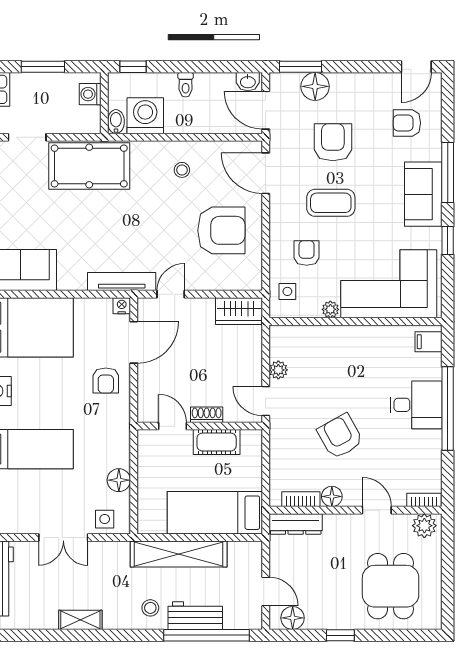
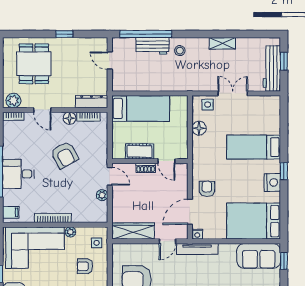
armchair: (307, 253) -> (85, 266), turned 90
wardrobe: (239, 311) -> (133, 231), width x1.50
bookcase: (359, 333) -> (53, 218), added
shelving: (179, 554) -> (163, 83), removed
floor lamp: (293, 618) -> (93, 44), removed

